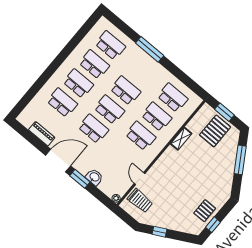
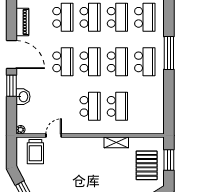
school desk: (173, 98) -> (145, 62), moved
pallet: (215, 131) -> (147, 165), turned 90

